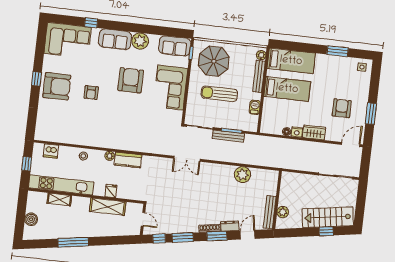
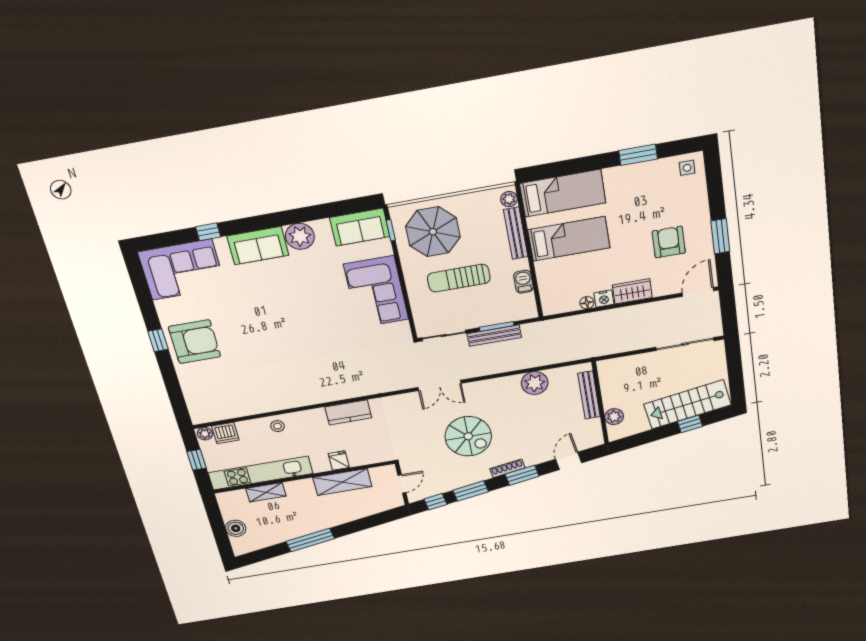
armchair: (131, 80) -> (308, 300), removed
armchair: (91, 93) -> (252, 335), removed
plant: (110, 156) -> (205, 434), moved
spiral stairs: (193, 198) -> (468, 436), added
bench: (270, 212) -> (589, 395), moved
door: (143, 219) -> (402, 484), hinge flipped
dresser: (230, 226) -> (537, 457), removed

